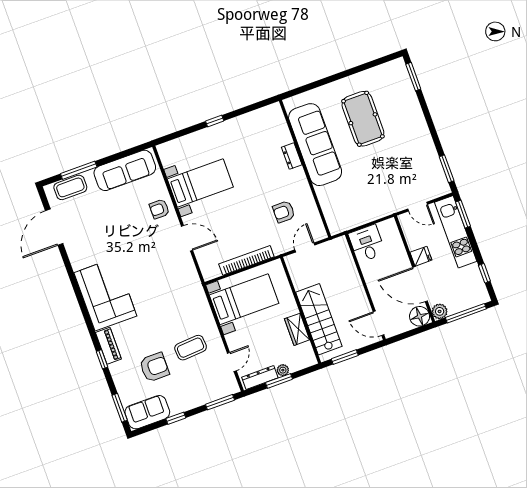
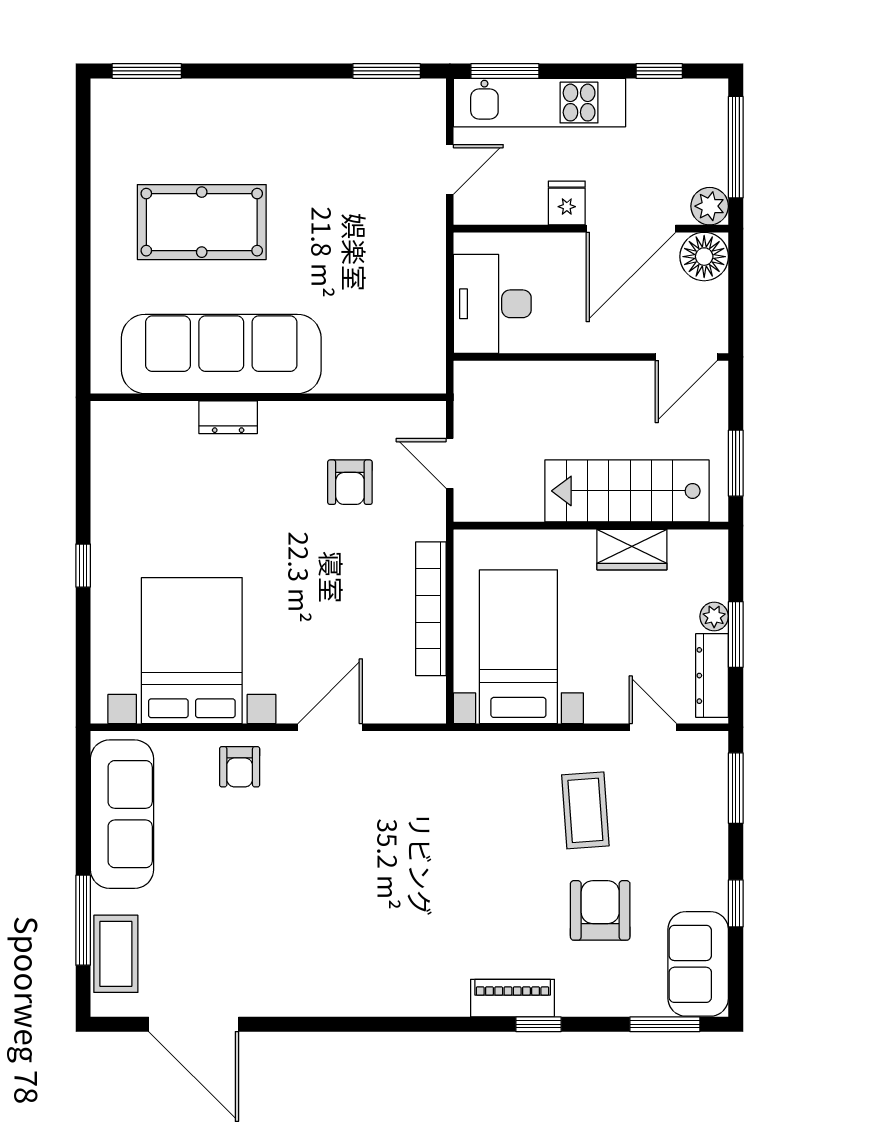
bed with nightstands: (200, 183) -> (192, 651), width x1.36
desk: (367, 243) -> (492, 304), width x1.37
corner sofa: (105, 294) -> (391, 962), removed

